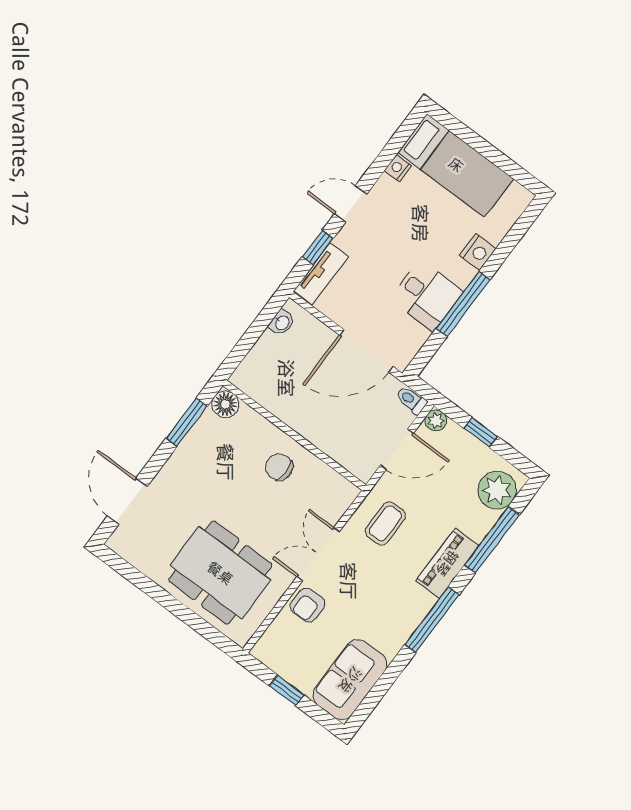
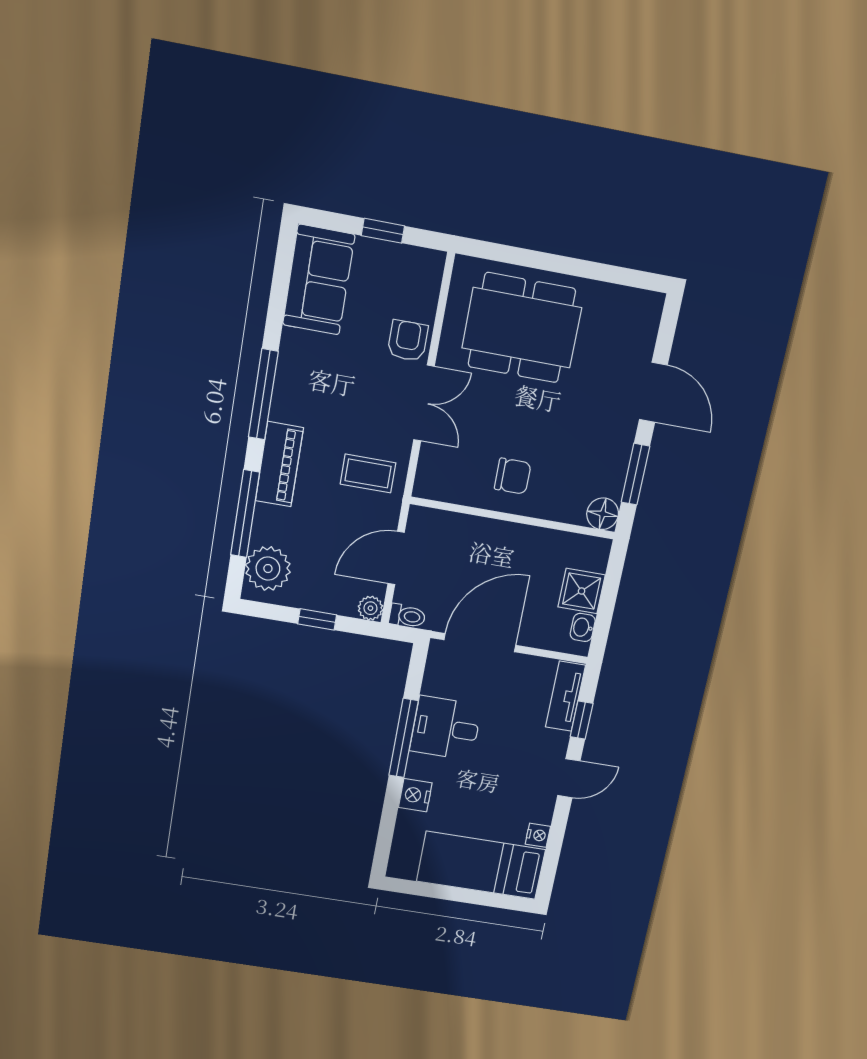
shower: (269, 352) -> (582, 591), added
door: (127, 501) -> (653, 392), moved
coffee table: (385, 523) -> (368, 473), turned 90

